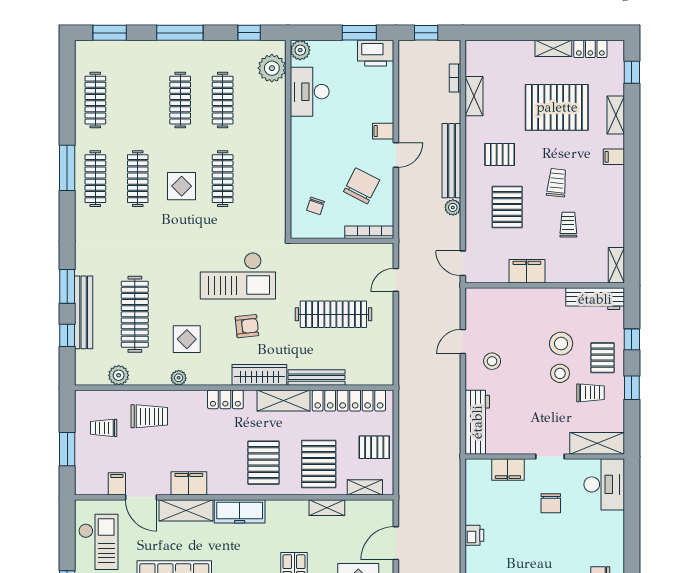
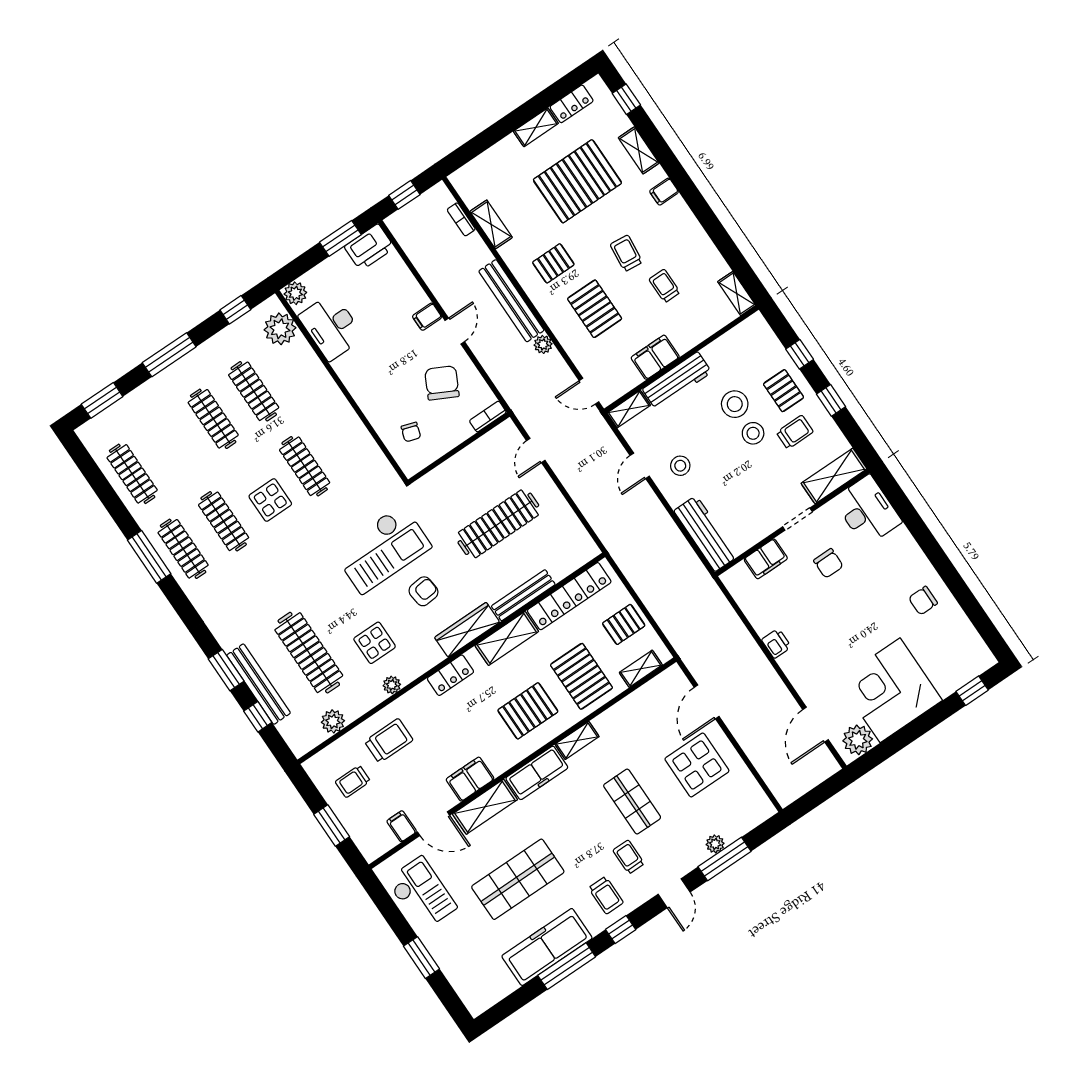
bookcase: (369, 232) -> (488, 417), width x0.64
shelving: (483, 296) -> (629, 409), added
workbench: (595, 299) -> (677, 381), moved
pallet: (263, 463) -> (528, 711), turned 90
shelving: (327, 508) -> (577, 740), moved

